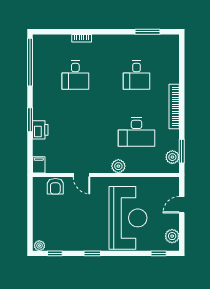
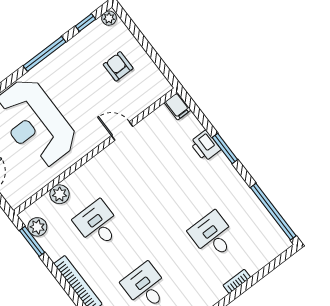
desk: (137, 132) -> (98, 224), width x0.73
plant: (118, 166) -> (60, 194), moved
armchair: (55, 186) -> (118, 66), moved
window: (92, 253) -> (44, 54), width x2.17

